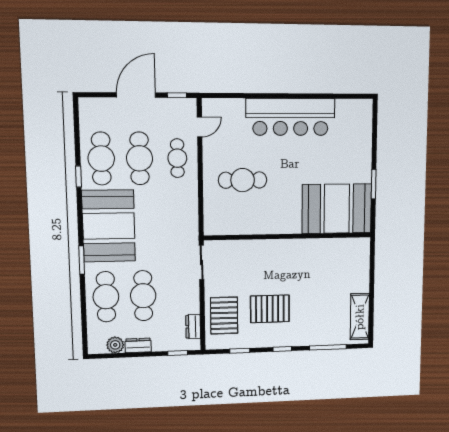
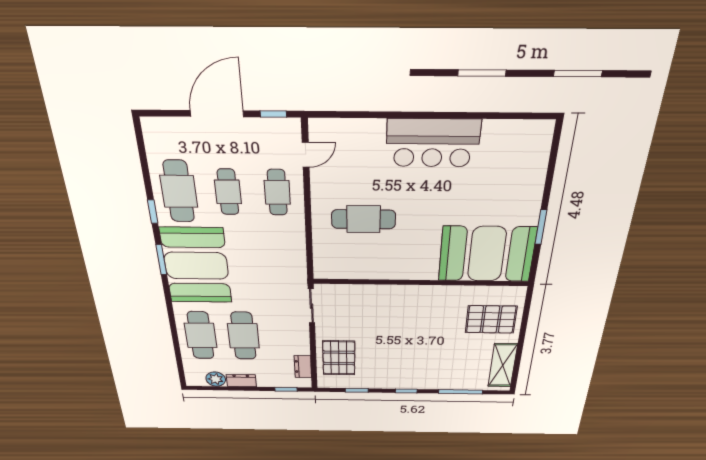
bar counter: (291, 117) -> (433, 143), width x0.73
cafe table: (140, 158) -> (228, 192), width x0.73, depth x0.74
window: (82, 260) -> (161, 260), moved
pallet: (270, 309) -> (491, 319), moved

